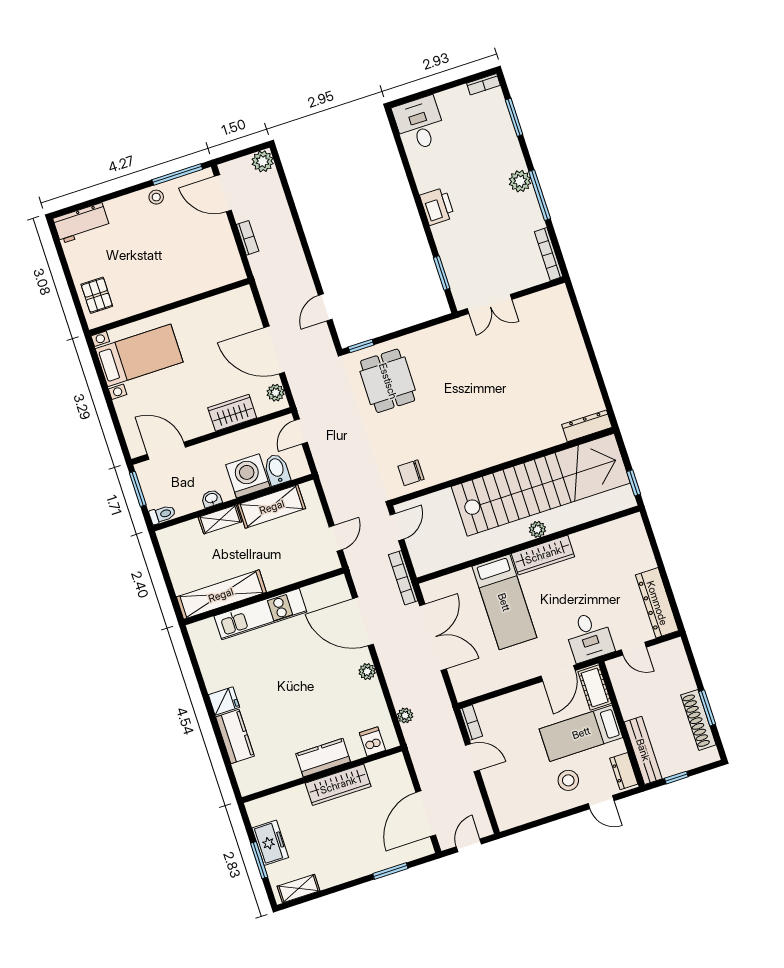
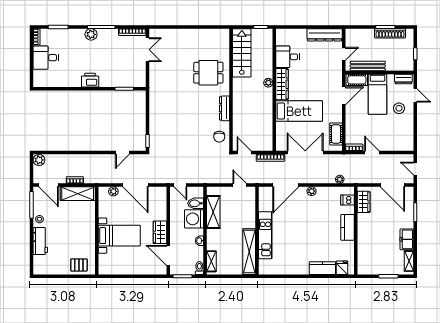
desk: (419, 124) -> (46, 58), moved
door: (223, 193) -> (49, 185), hinge flipped
workbench: (81, 223) -> (40, 241), moved
shelving: (225, 251) -> (78, 194), added
double door: (490, 304) -> (148, 50), moved
door: (325, 307) -> (122, 153), hinge flipped
door: (274, 350) -> (135, 185), hinge flipped
bed with nightstands: (139, 355) -> (119, 236), moved, turned 90
dining table: (388, 381) -> (208, 73), moved
plant: (276, 393) -> (113, 191), moved
wardrobe: (232, 413) -> (160, 232), moved
dresser: (587, 426) -> (225, 108), moved
door: (166, 451) -> (168, 256), hinge flipped
stairs: (541, 485) -> (242, 53), width x0.54, depth x0.66
shelving: (220, 519) -> (211, 261), moved
desk: (589, 637) -> (288, 57), moved, turned 180
door: (558, 673) -> (344, 96), hinge flipped
cot: (485, 682) -> (336, 134), added
fridge: (224, 701) -> (342, 268), moved
bench: (643, 750) -> (368, 66), moved
door: (472, 758) -> (372, 153), hinge flipped
wardrobe: (338, 785) -> (364, 202), moved, width x0.67
door: (601, 802) -> (415, 95), hinge flipped
freezer: (270, 843) -> (407, 239), moved, turned -90

